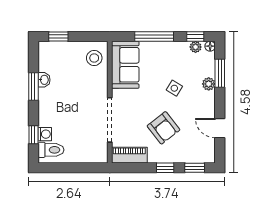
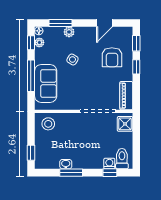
sofa: (125, 65) -> (46, 83), moved, turned 90
armchair: (163, 128) -> (112, 57), moved, turned 128
shower: (94, 154) -> (125, 124), added

